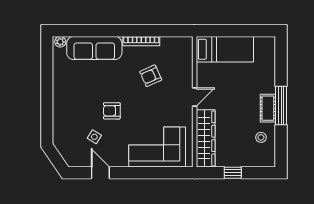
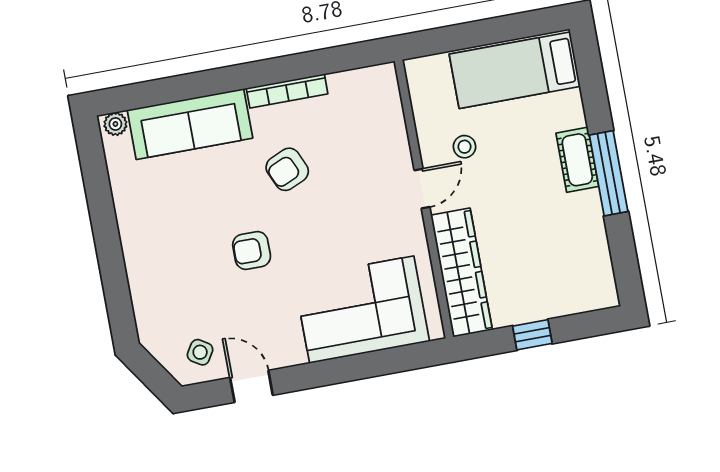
bed: (225, 49) -> (515, 70), moved, turned 180
armchair: (151, 76) -> (287, 169), moved
cot: (268, 108) -> (577, 160), moved
side table: (94, 137) -> (200, 352), moved
stool: (261, 137) -> (464, 147), moved

